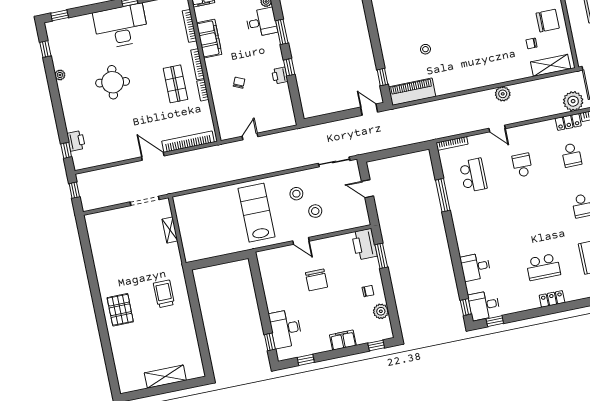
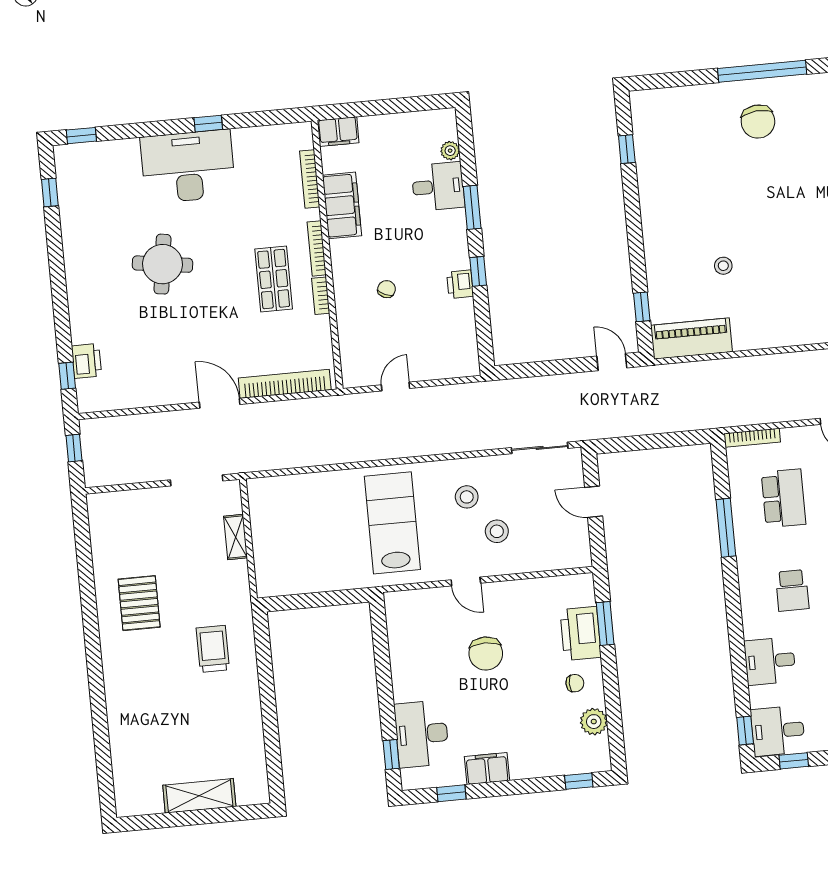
plant: (60, 75) -> (71, 241), removed
school desk: (484, 226) -> (792, 590), added
printer: (364, 244) -> (581, 633), moved
pallet: (120, 310) -> (139, 603), moved
filing cabinet: (343, 340) -> (487, 769), moved

